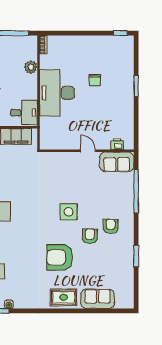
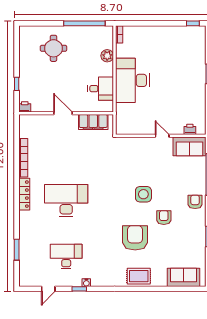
chair: (95, 80) -> (169, 68), removed
desk: (24, 113) -> (101, 89), moved
armchair: (111, 226) -> (195, 202), moved
armchair: (60, 257) -> (135, 238), turned 90
sofa: (98, 299) -> (184, 277), moved

